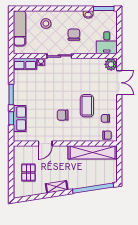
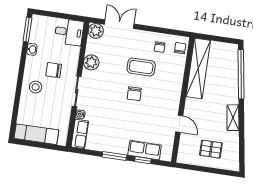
stool: (46, 23) -> (36, 87), moved
plant: (85, 64) -> (91, 62), added
chair: (63, 115) -> (134, 94), moved

